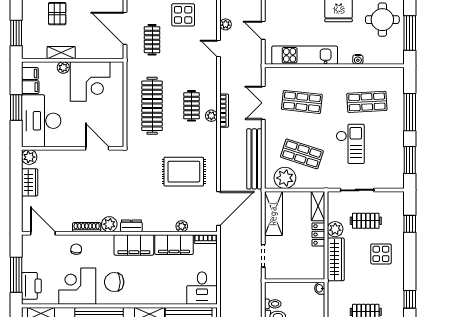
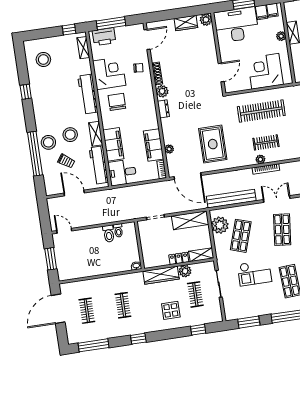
corner desk: (90, 81) -> (265, 71), moved, turned 90
filing cabinet: (134, 245) -> (113, 144), moved, turned 180

